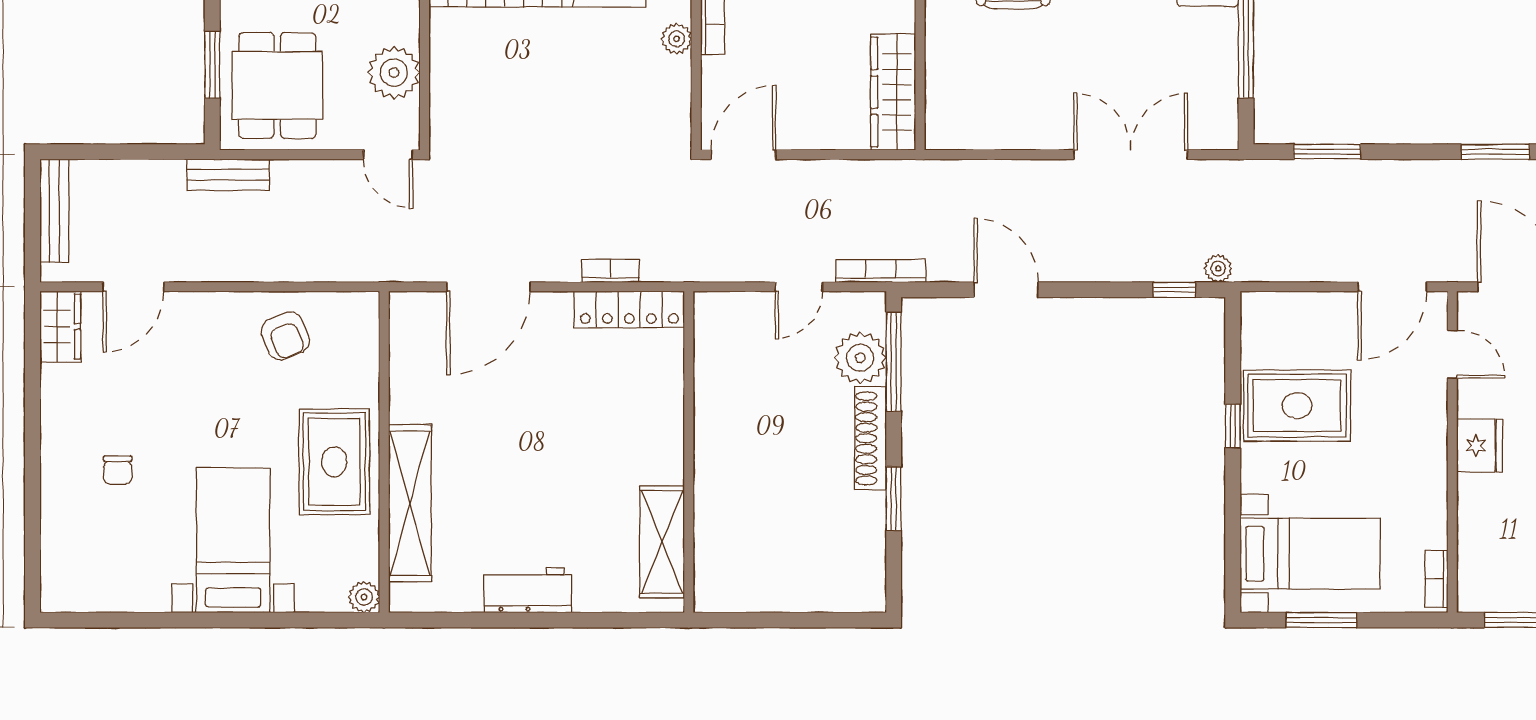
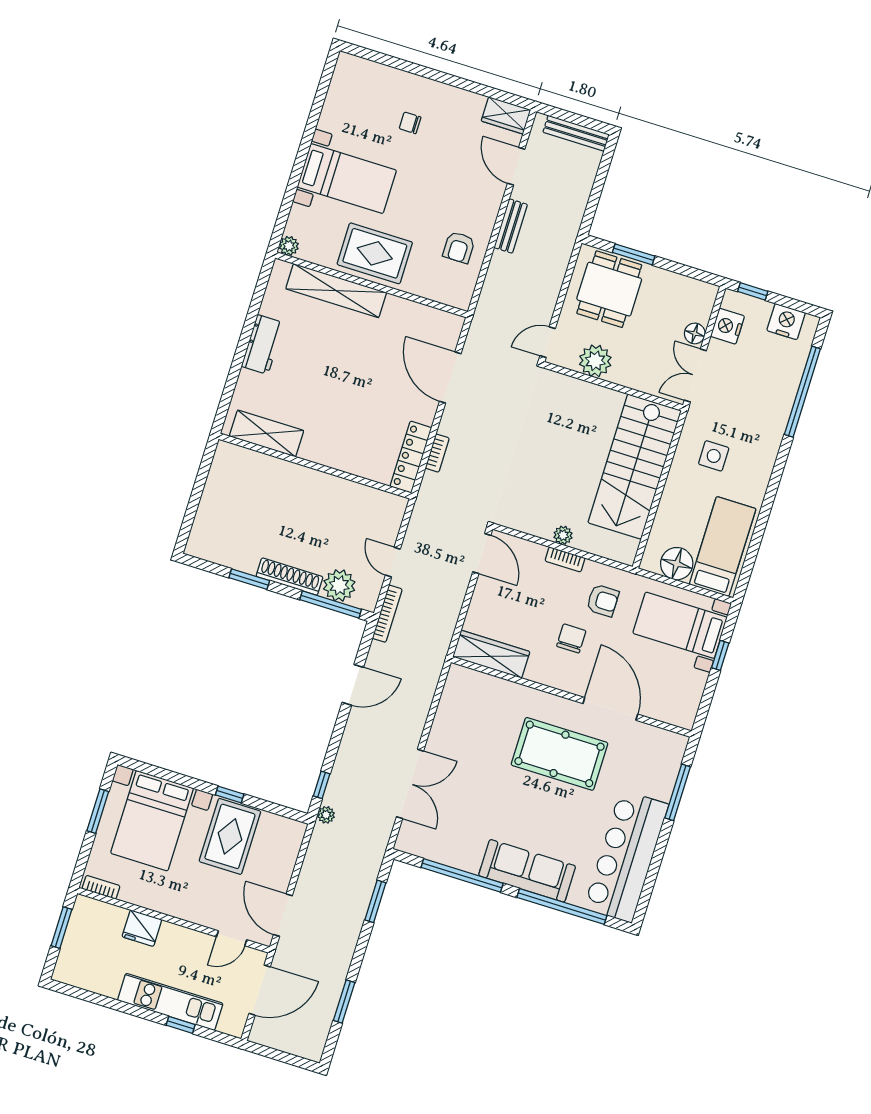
dining table: (277, 85) -> (609, 289), turned 90
bench: (228, 175) -> (511, 226), moved
armchair: (285, 336) -> (459, 247), turned -68
fridge: (1480, 446) -> (142, 928), moved
bed with nightstands: (1310, 554) -> (152, 821), width x1.36

